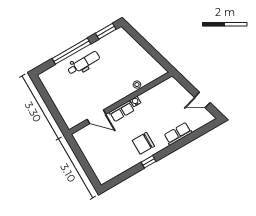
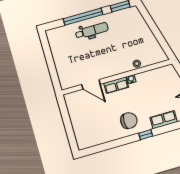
chair: (143, 143) -> (129, 121), turned 180
window: (149, 162) -> (146, 135), moved

